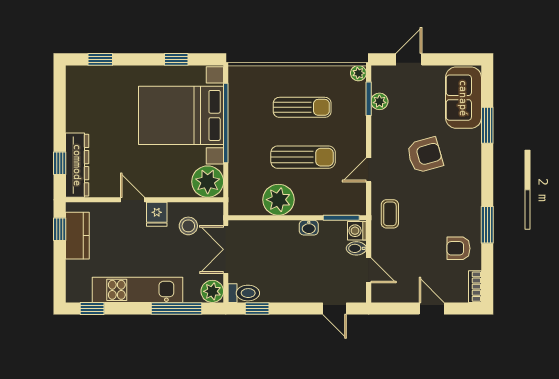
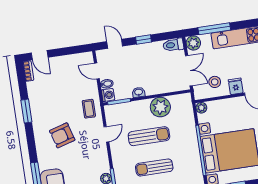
armchair: (425, 155) -> (62, 135), moved
sun lounger: (303, 157) -> (149, 136), turned 180
plant: (208, 182) -> (201, 108), width x0.53, depth x0.53
armchair: (458, 248) -> (42, 94), removed
window: (257, 308) -> (143, 39), moved
door: (432, 308) -> (40, 55), moved

